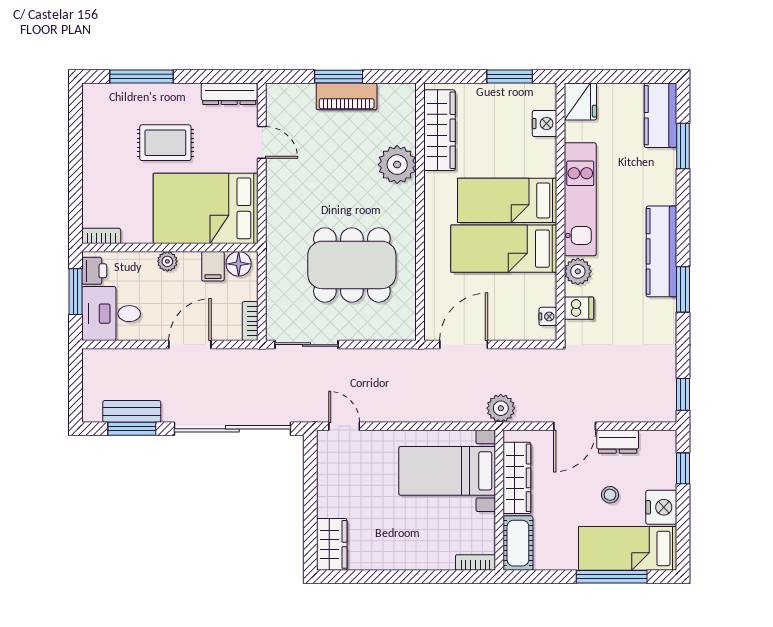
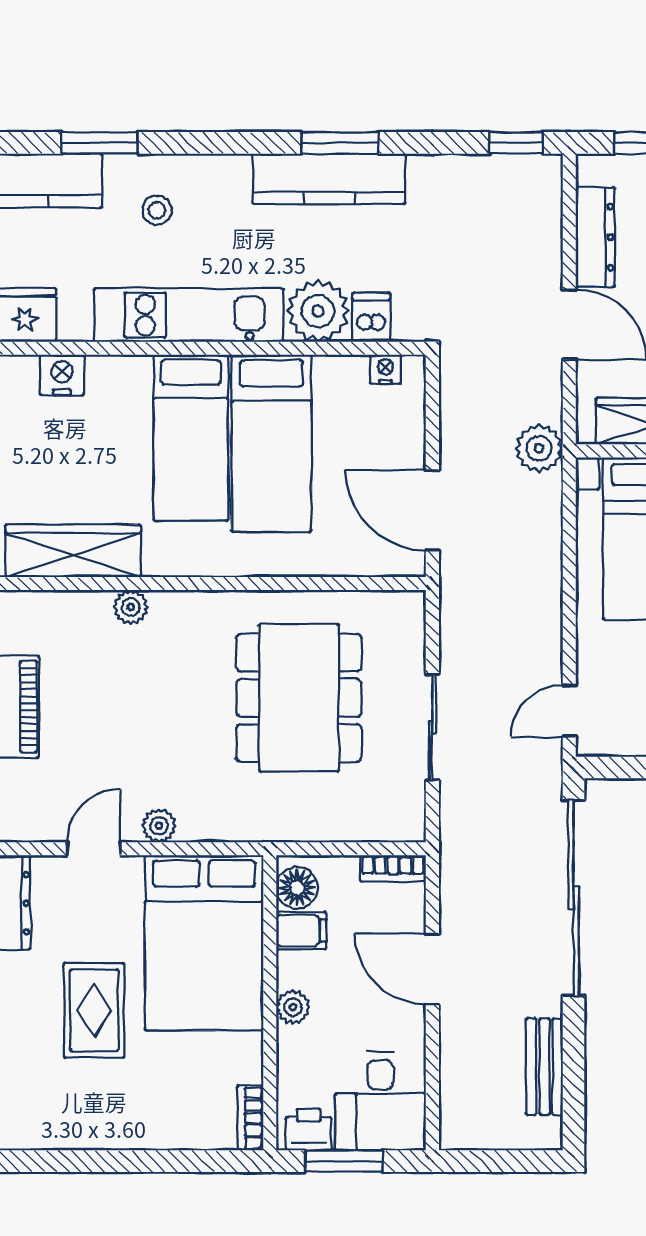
plant: (397, 165) -> (131, 607), width x0.53, depth x0.53
stool: (643, 180) -> (157, 210), added
plant: (276, 181) -> (159, 826), added
kitchen counter: (661, 251) -> (329, 179), moved
plant: (578, 271) -> (318, 311), width x1.36, depth x1.36
sliding door: (306, 345) -> (432, 727), moved
window: (132, 429) -> (574, 1067), removed
dresser: (618, 442) -> (595, 237), width x1.44

